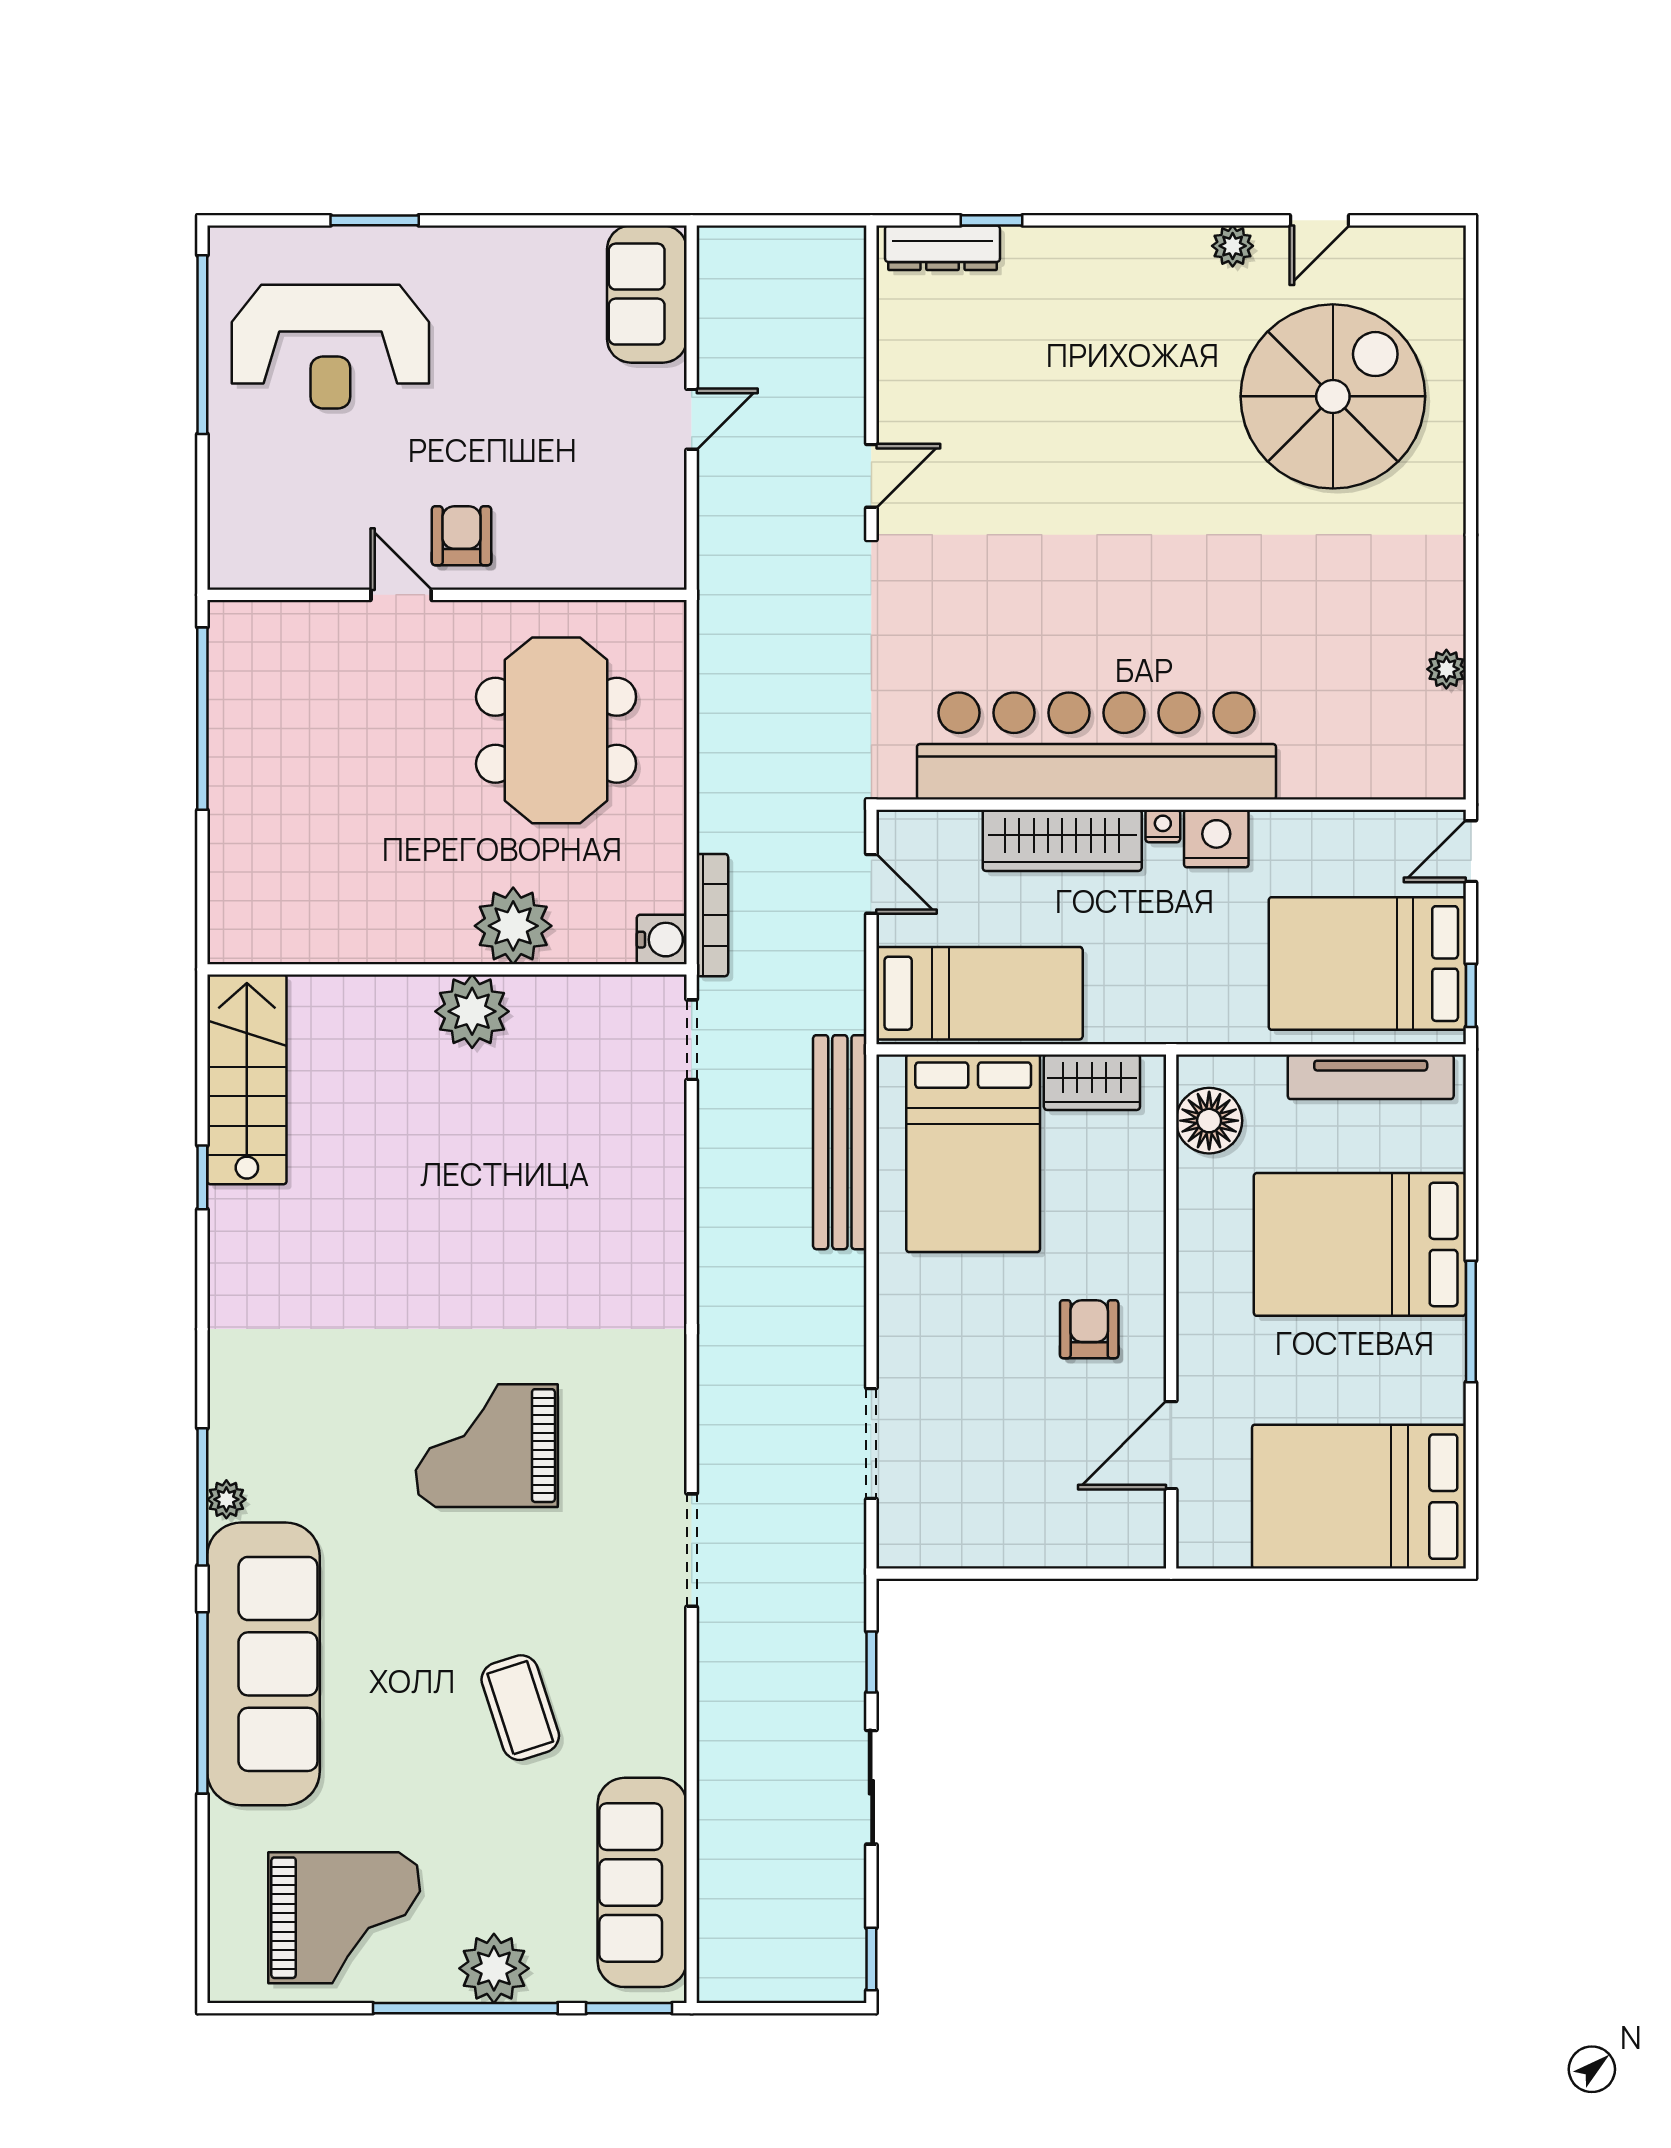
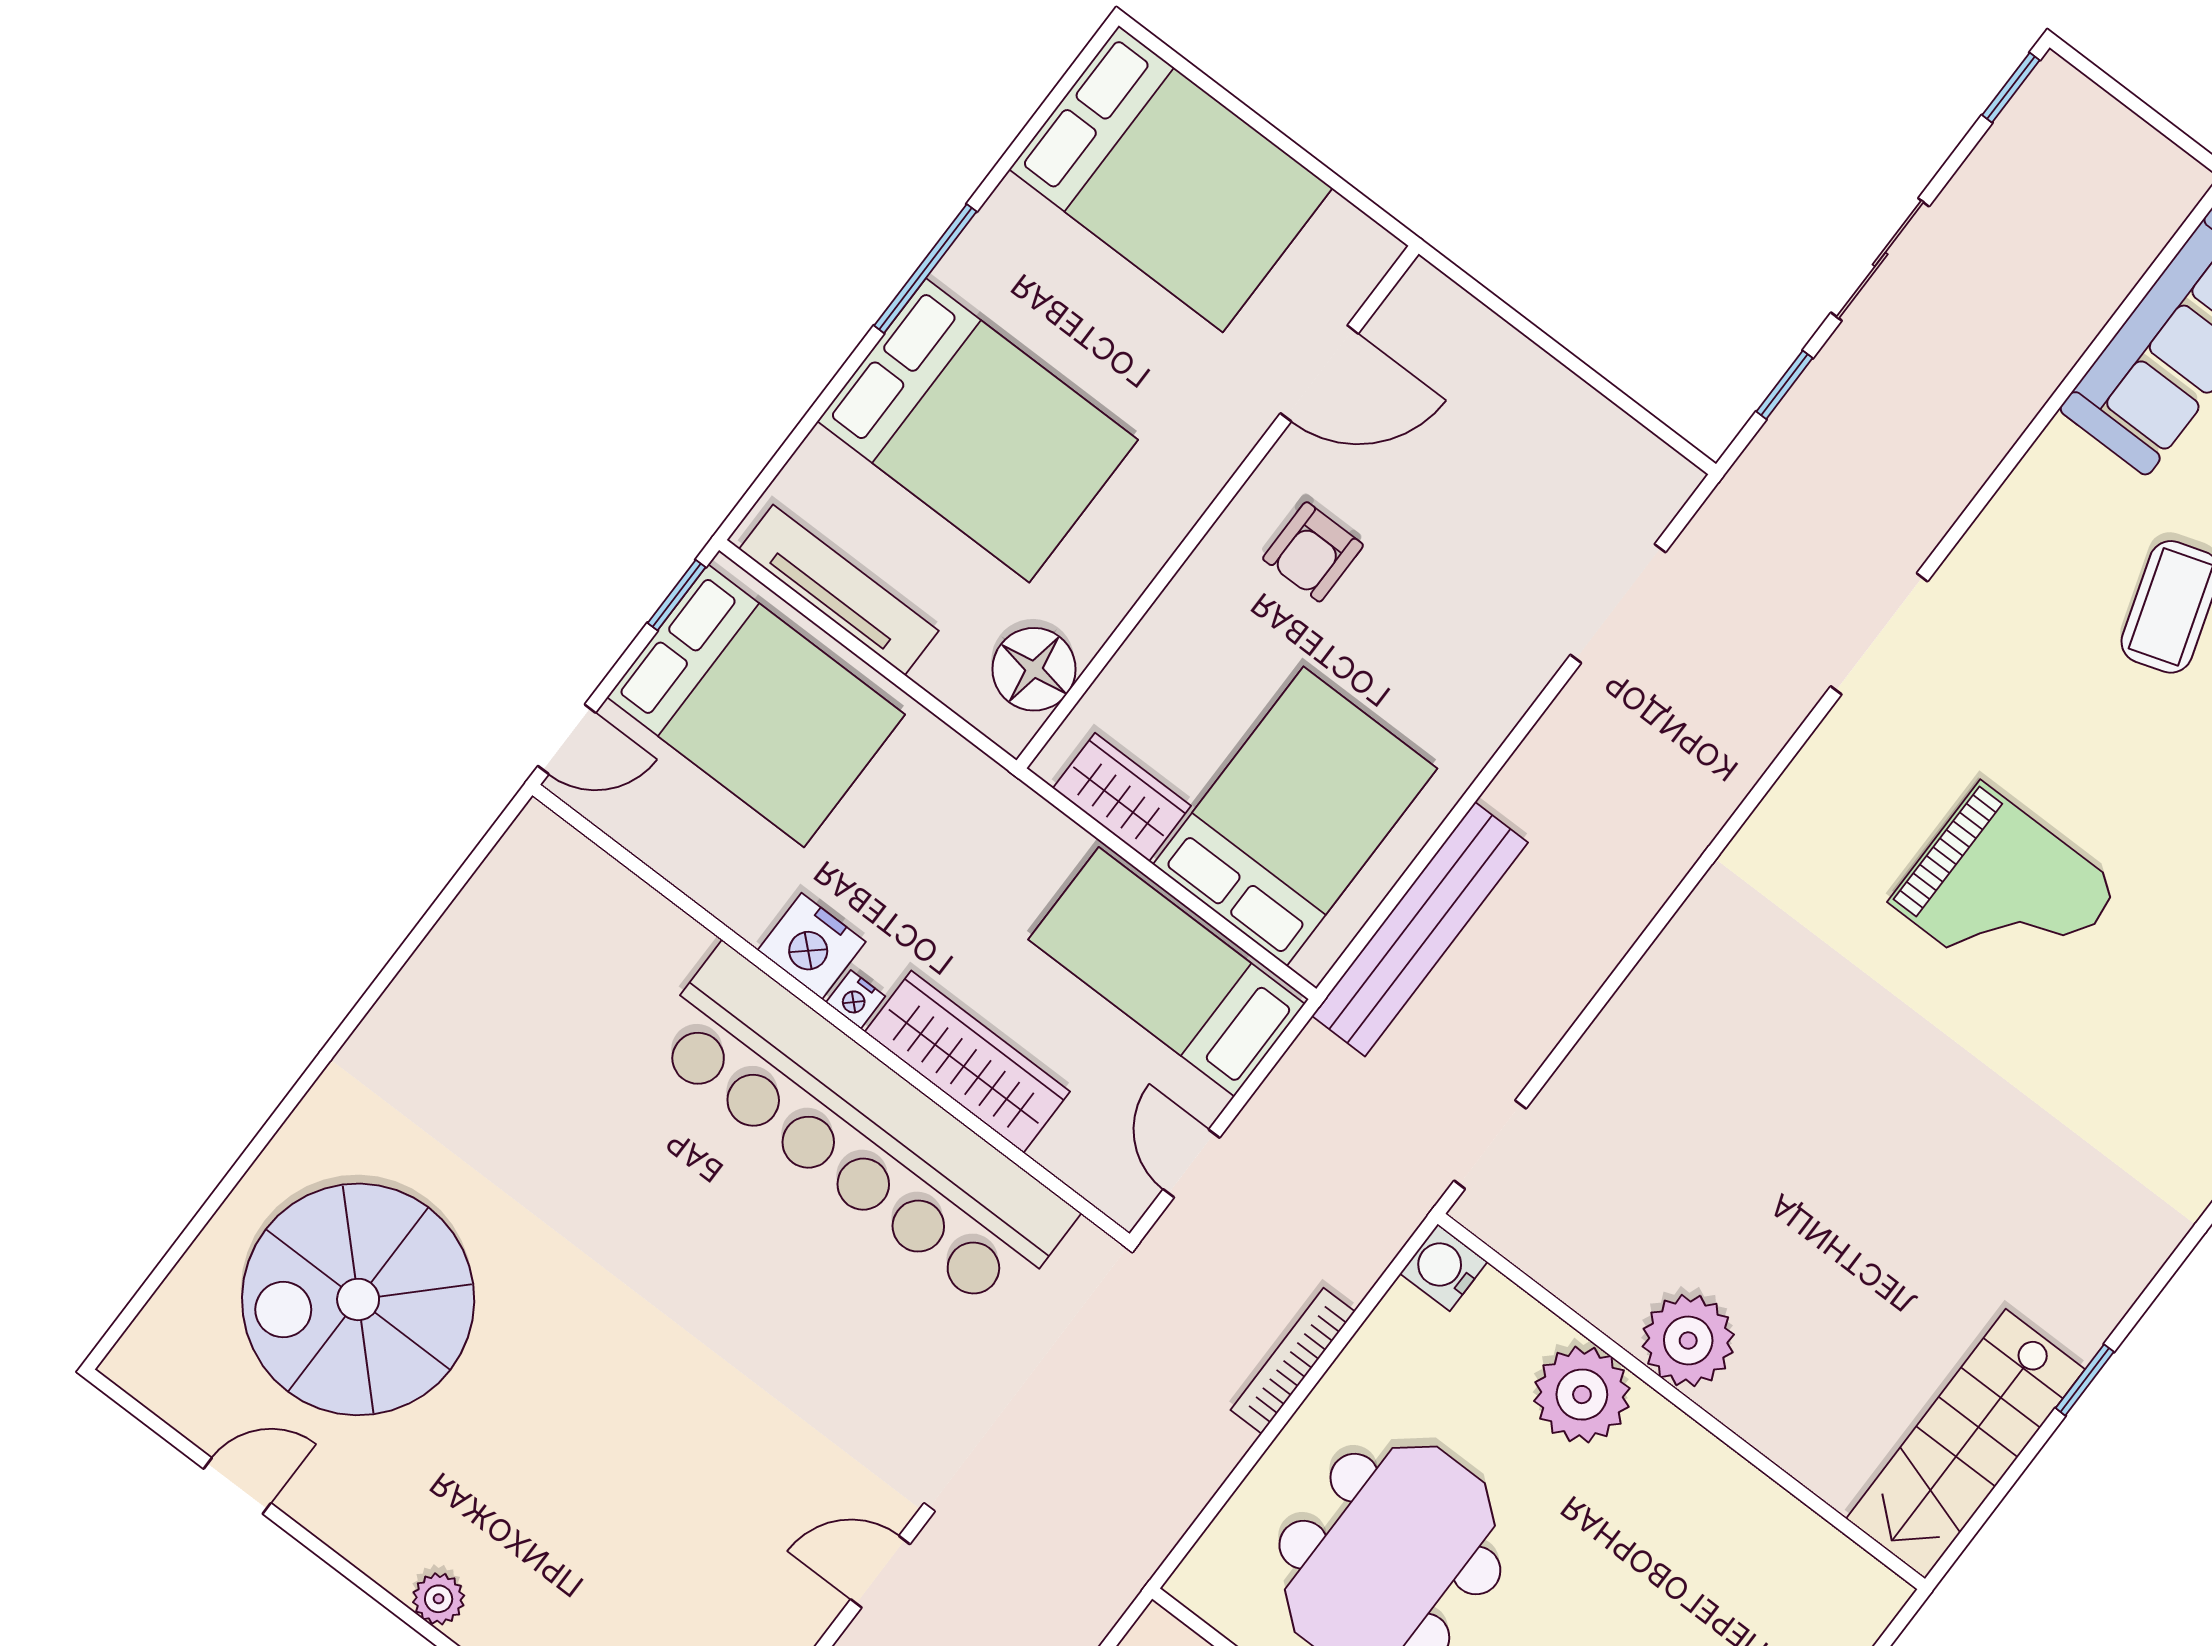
plant: (1233, 246) -> (439, 1599), moved
plant: (1446, 669) -> (452, 940), removed
bookcase: (712, 915) -> (1293, 1361), moved

